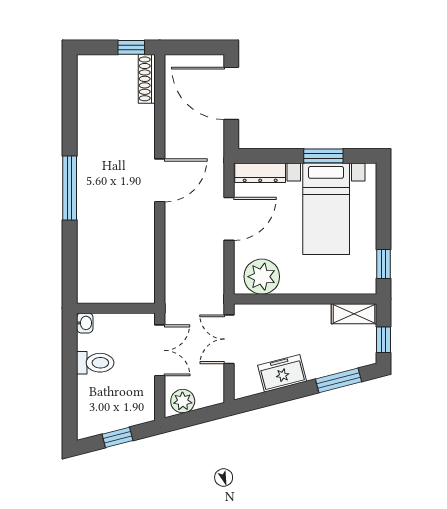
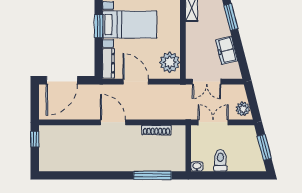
shoe rack: (147, 79) -> (156, 130), moved
window: (70, 188) -> (152, 175), moved
window: (117, 437) -> (264, 147), width x1.50

